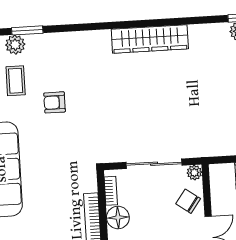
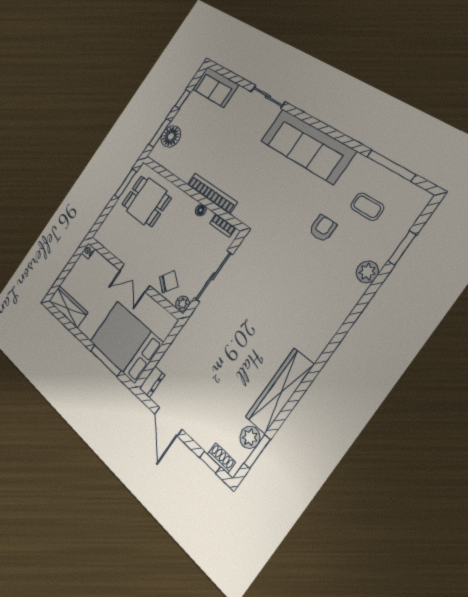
wardrobe: (150, 39) -> (280, 391), moved
plant: (15, 45) -> (367, 272), moved
floor lamp: (118, 218) -> (201, 210), width x0.53, depth x0.53

